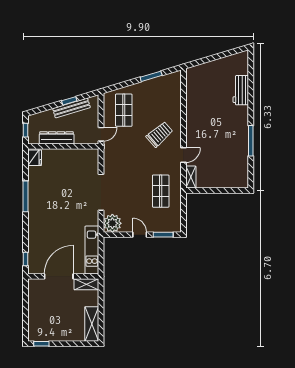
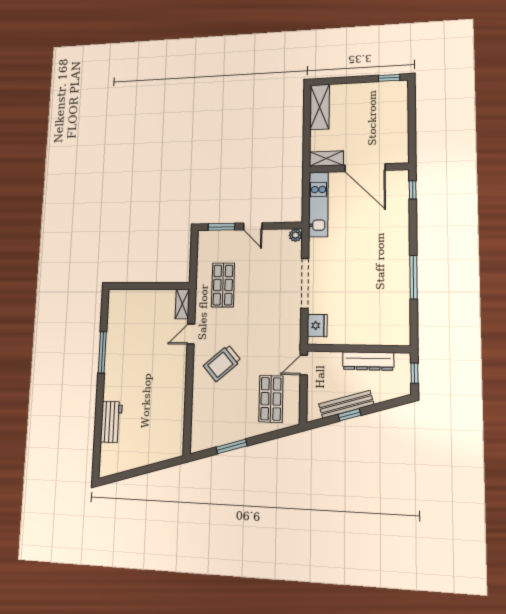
fridge: (35, 158) -> (317, 326), moved, turned 180
plant: (112, 223) -> (296, 235), width x0.53, depth x0.53
door: (59, 276) -> (365, 168), hinge flipped

